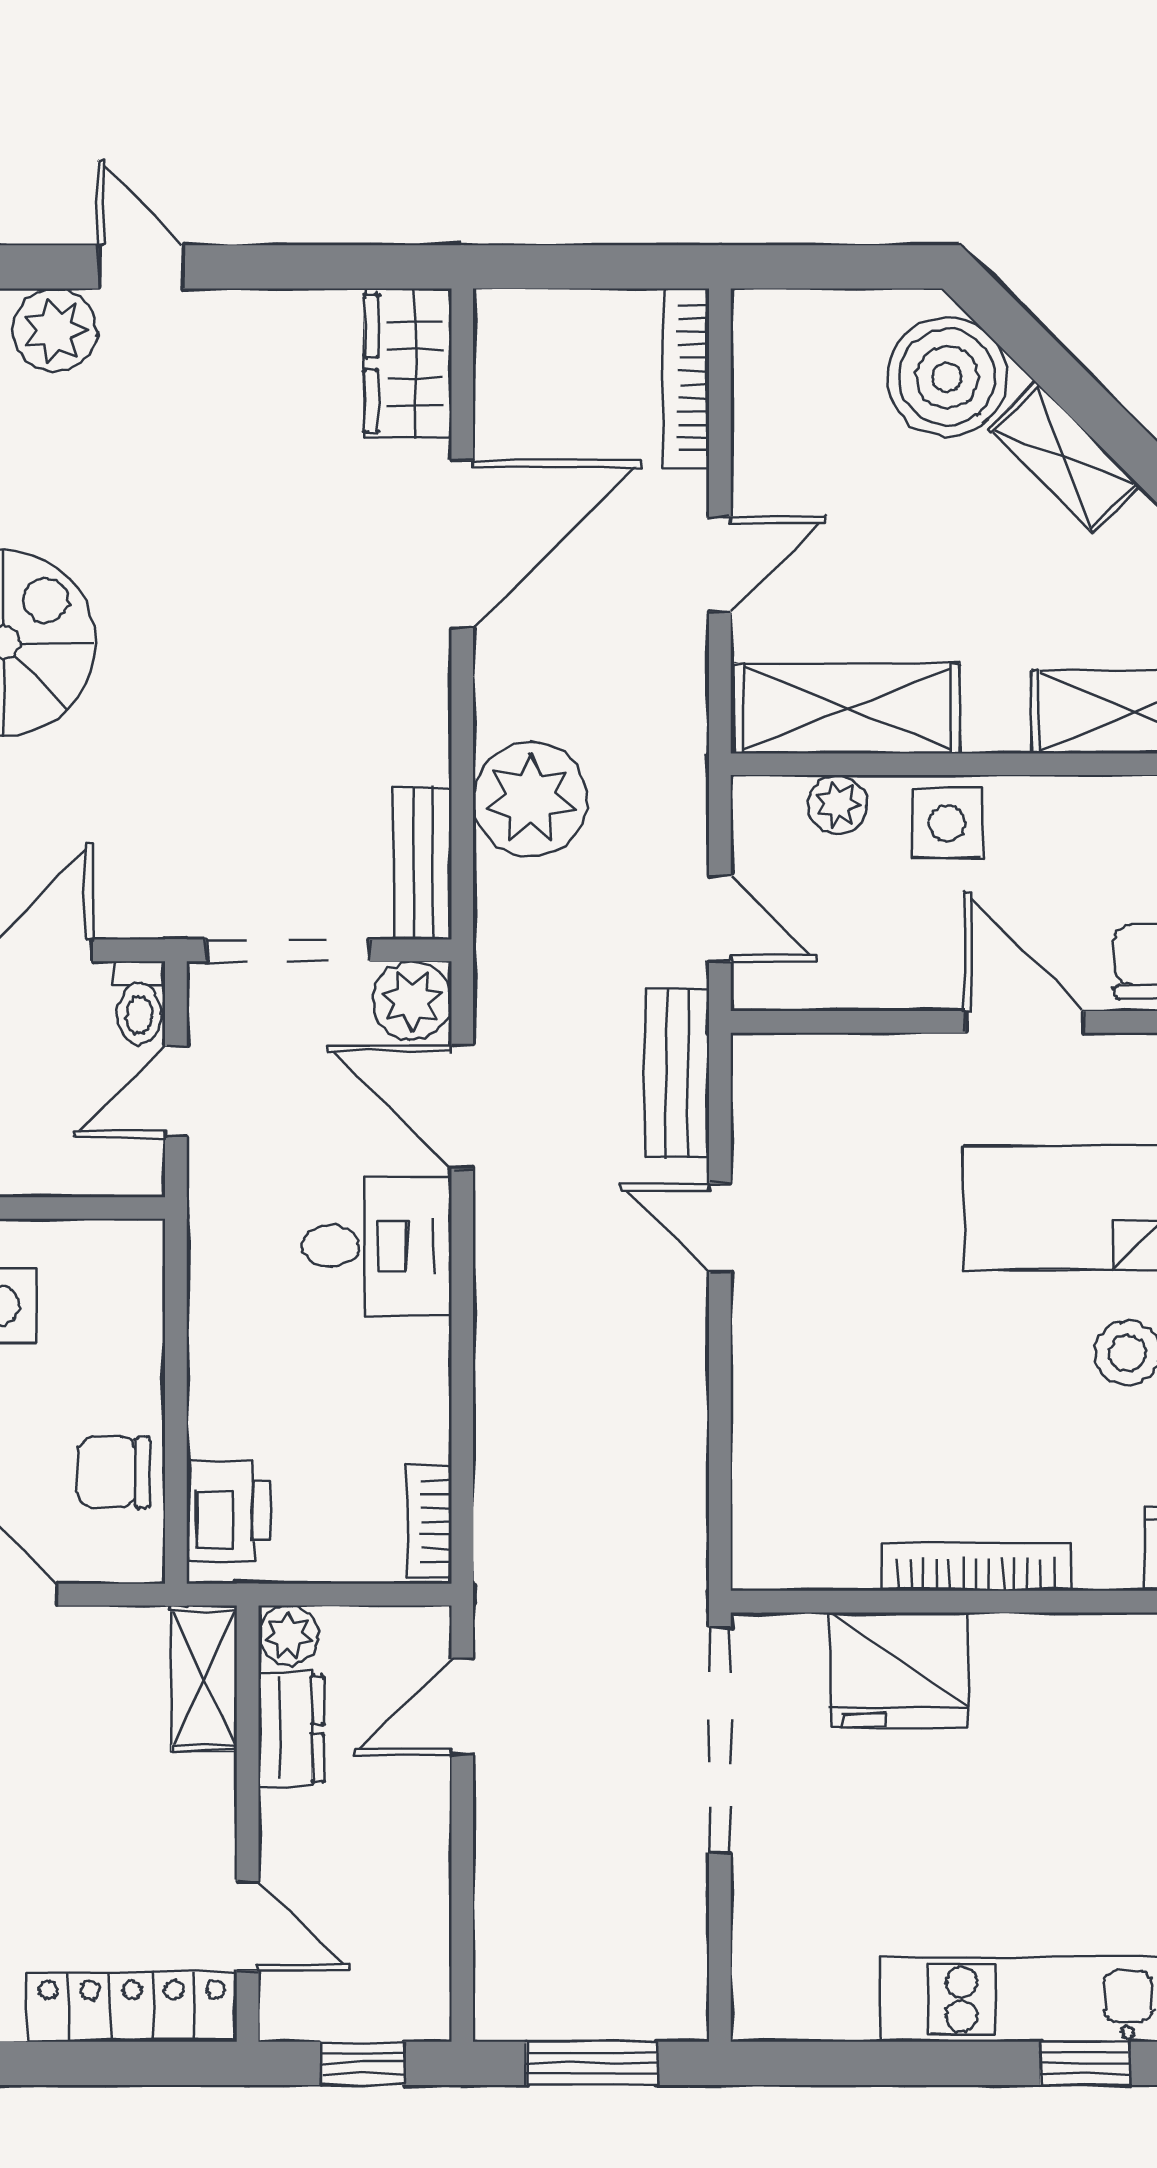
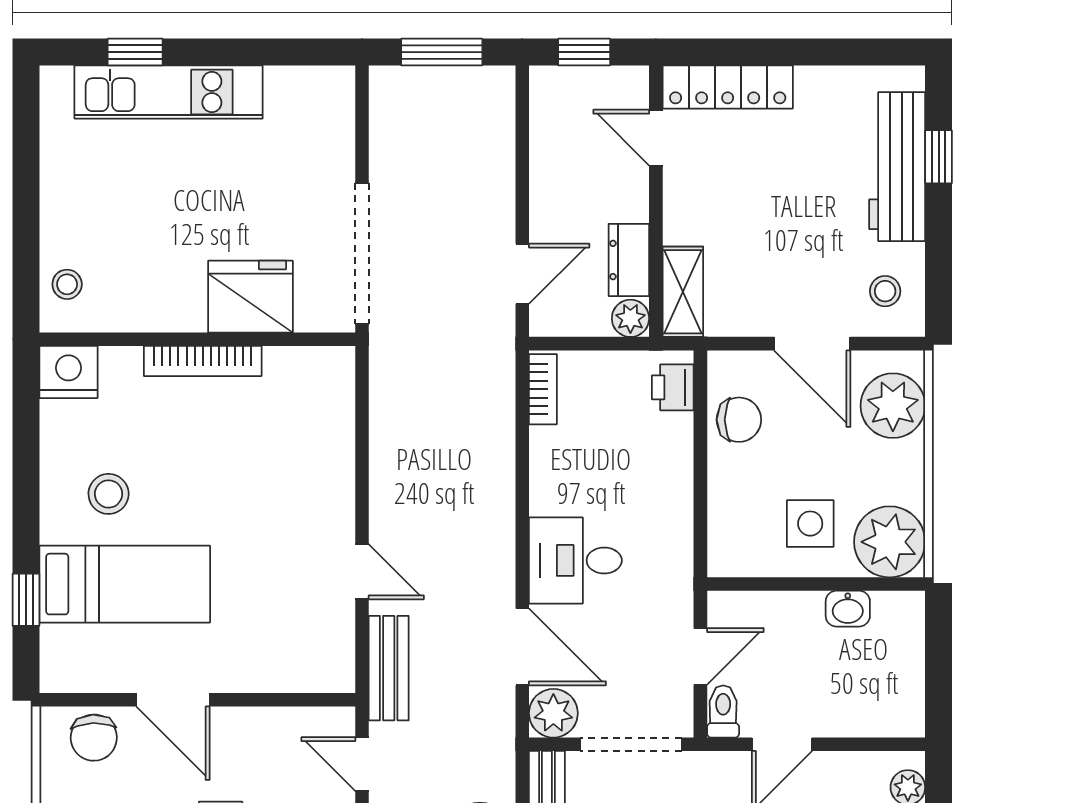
printer: (228, 1511) -> (673, 387), width x0.73, depth x0.81

